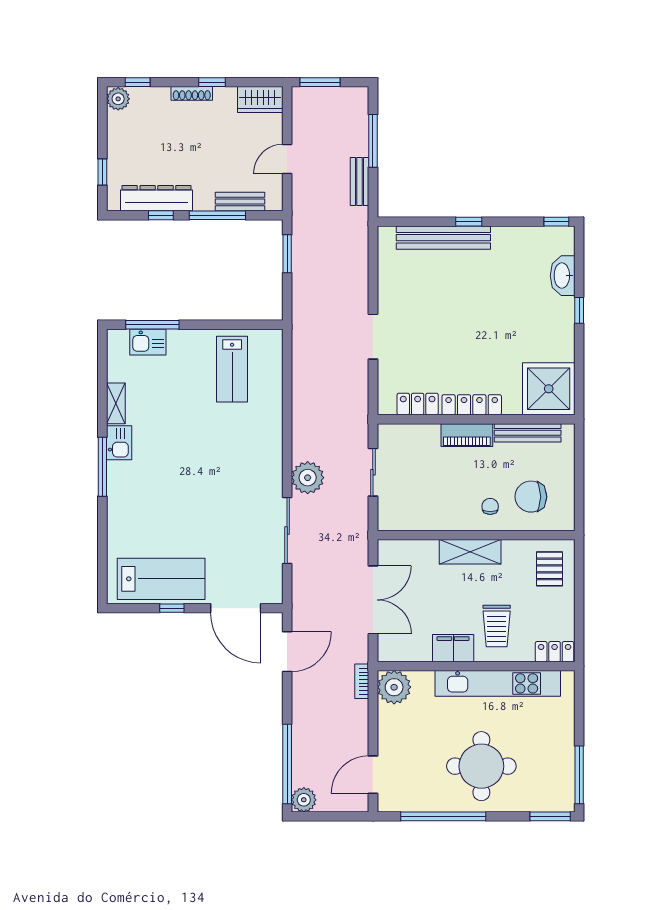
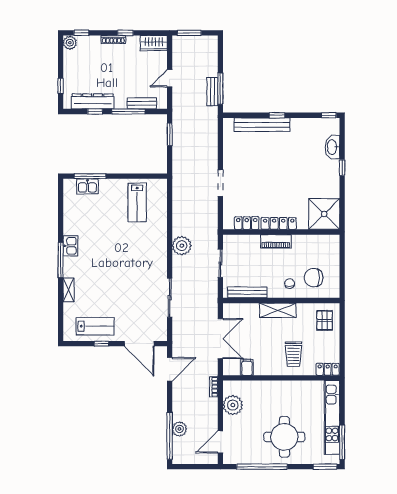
window: (373, 141) -> (220, 89), moved
shelving: (116, 403) -> (69, 290), moved
bench: (528, 433) -> (247, 292), moved
plant: (308, 478) -> (182, 246), moved
lab bench: (161, 579) -> (95, 326), width x0.73, depth x0.72
filing cabinet: (453, 648) -> (247, 367), moved, width x0.50
kitchen unit: (498, 683) -> (332, 417), moved, turned 90
plant: (394, 687) -> (233, 405), moved
plant: (304, 800) -> (179, 429), moved

